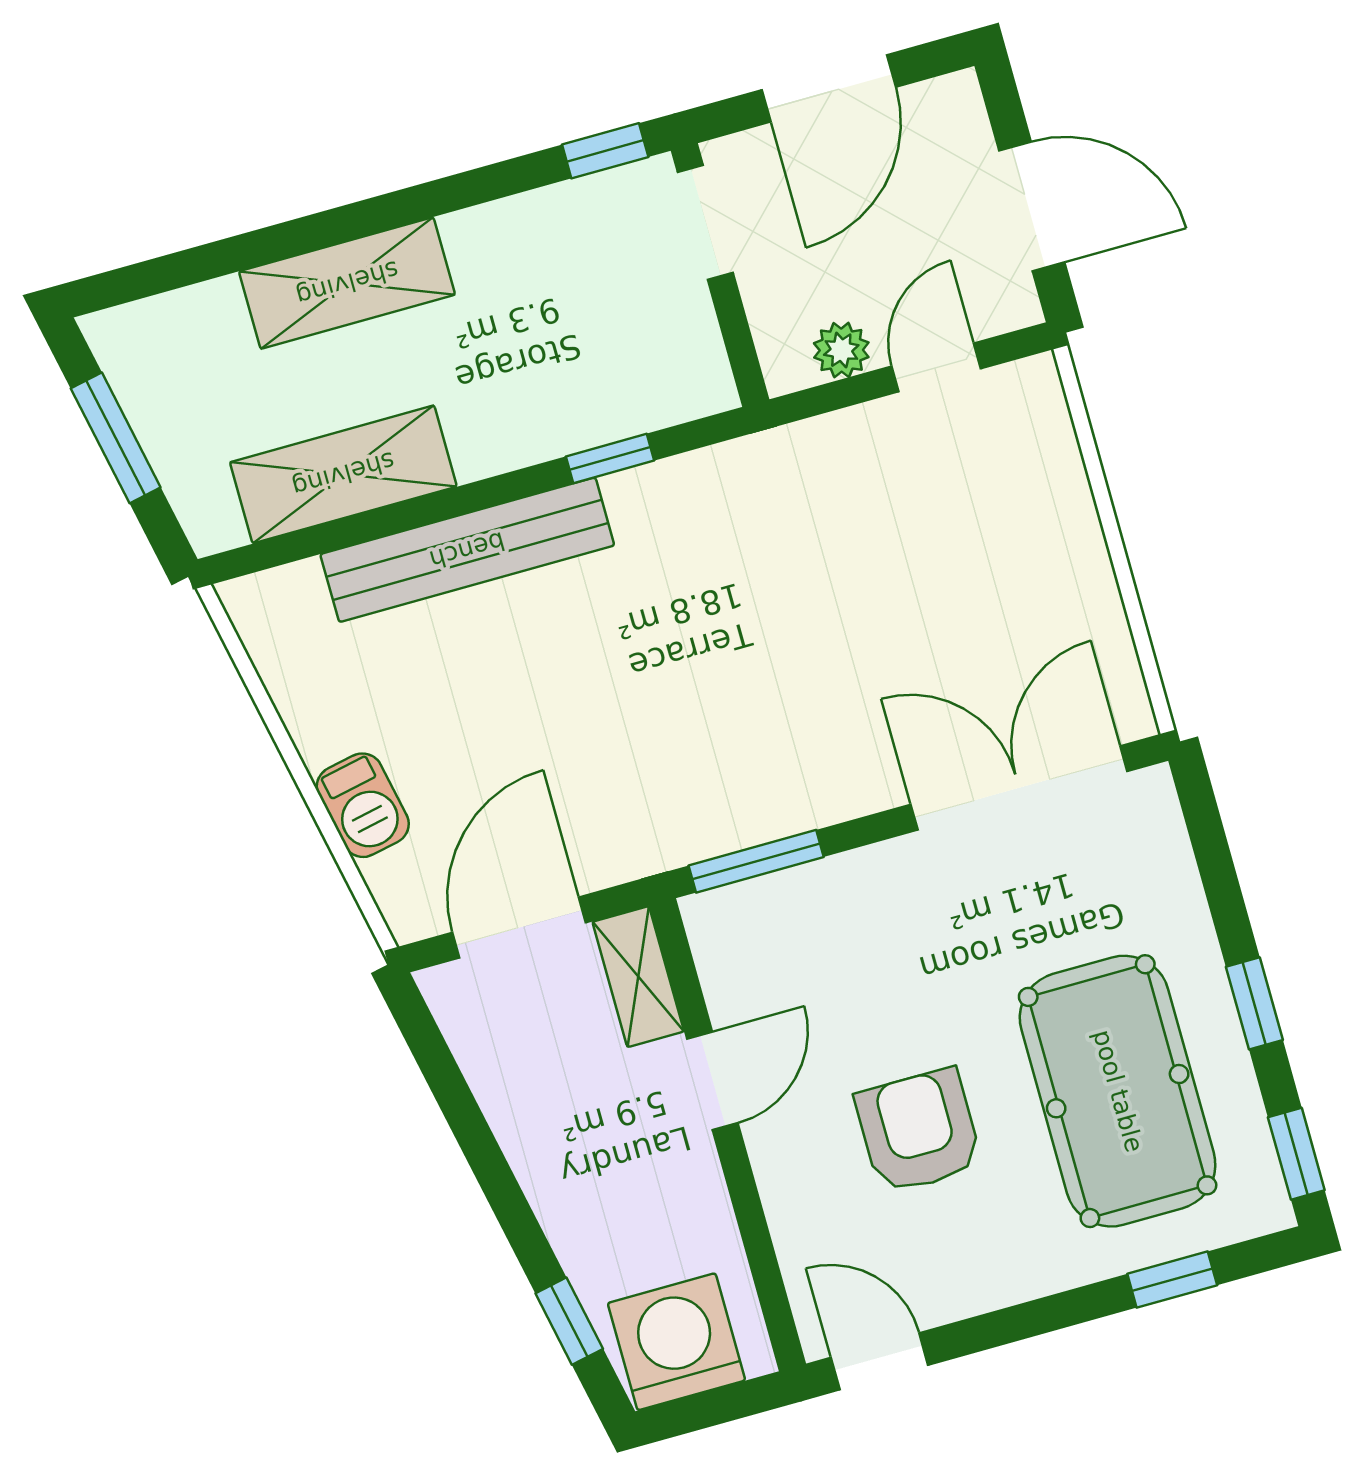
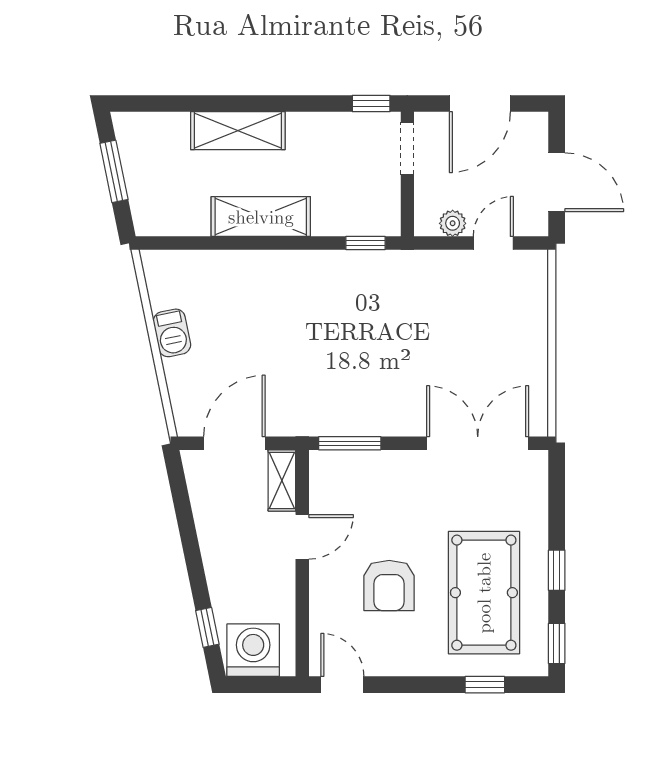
window: (610, 458) -> (365, 243), moved
shelving: (343, 474) -> (261, 217), moved
bench: (467, 550) -> (259, 266), removed
barbecue: (363, 805) -> (172, 333), moved
armchair: (919, 1131) -> (389, 586), turned 180

